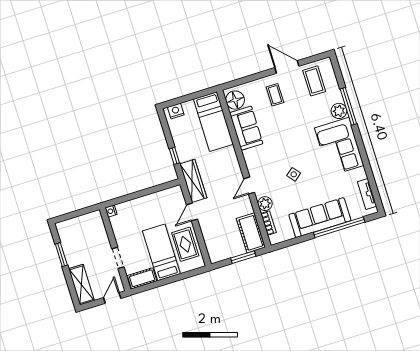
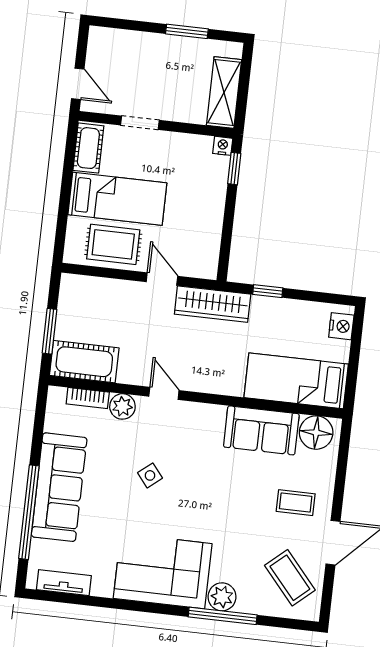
coffee table: (314, 81) -> (290, 578), turned 49
window: (120, 200) -> (234, 169), added
shelving: (82, 285) -> (224, 93), moved, turned 90

